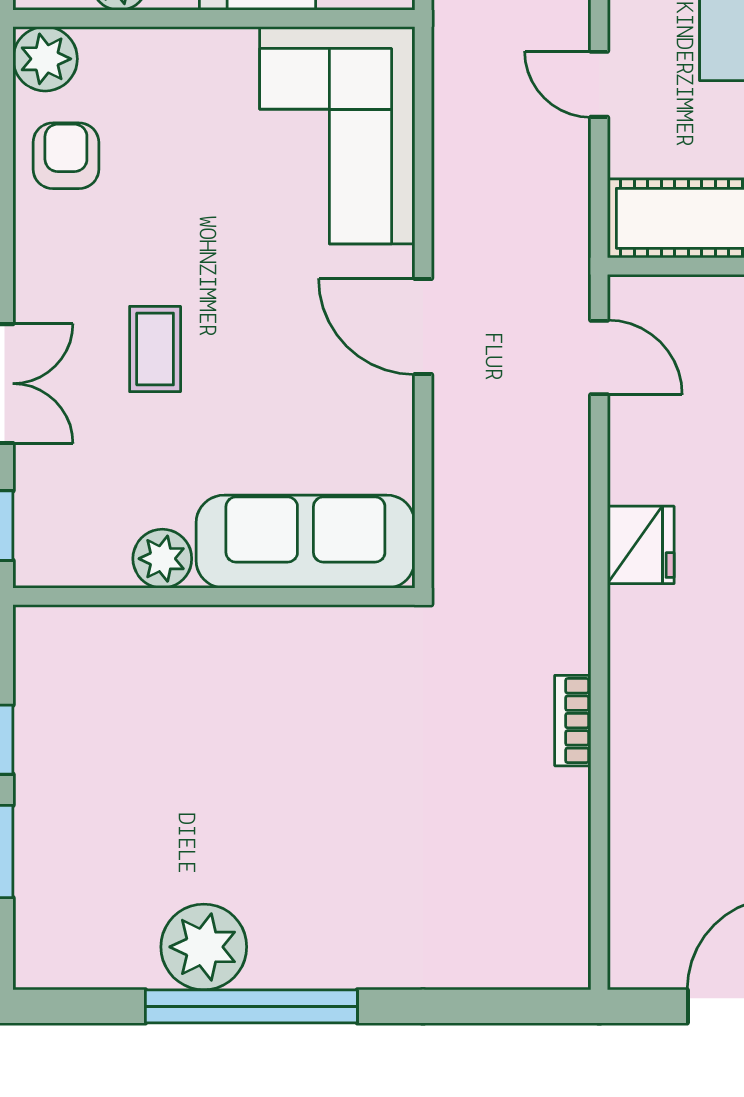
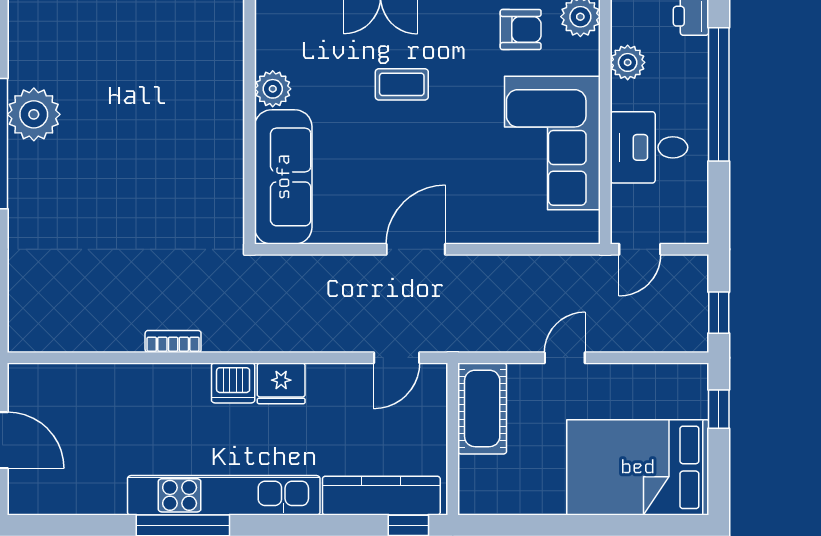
corner sofa: (337, 135) -> (552, 143), moved, turned -90
dishwasher: (640, 623) -> (233, 383), added

